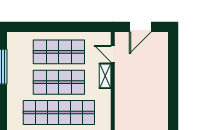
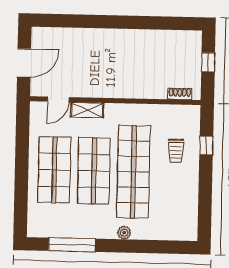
door: (140, 27) -> (24, 63), hinge flipped
plant: (12, 106) -> (124, 233), added

